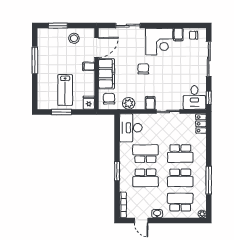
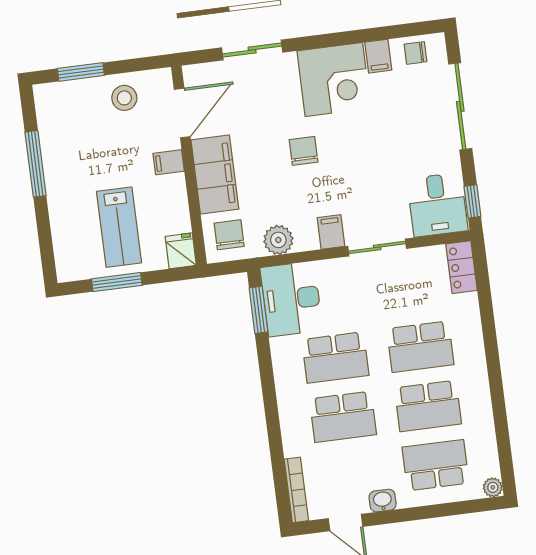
school desk: (146, 154) -> (335, 358), turned 180
window: (117, 171) -> (259, 310), moved
window: (209, 180) -> (498, 403), removed

